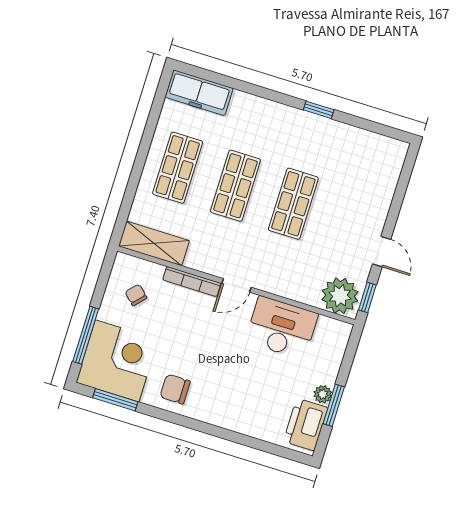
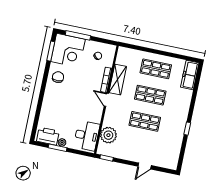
shelving: (154, 243) -> (118, 80), moved
door: (382, 252) -> (145, 166), moved
plant: (340, 296) -> (108, 135), moved
desk: (282, 328) -> (87, 136), moved

